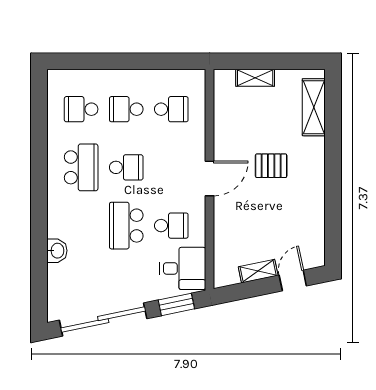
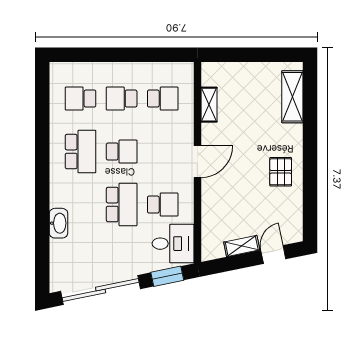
shelving: (255, 78) -> (209, 105), moved, turned 90
pallet: (271, 166) -> (281, 172), moved, turned 90
school desk: (126, 226) -> (122, 205), turned 180
washbasin: (57, 251) -> (58, 223), width x1.38

